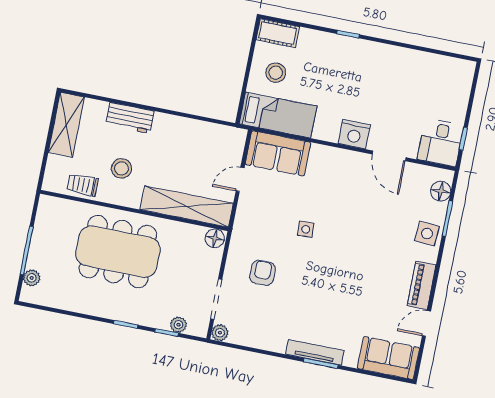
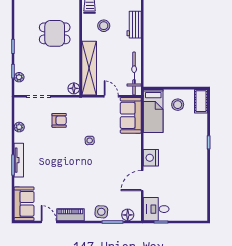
bicycle: (210, 134) -> (134, 74), added
dining table: (118, 252) -> (55, 33), width x0.53, depth x0.80
plant: (220, 333) -> (19, 127), moved

